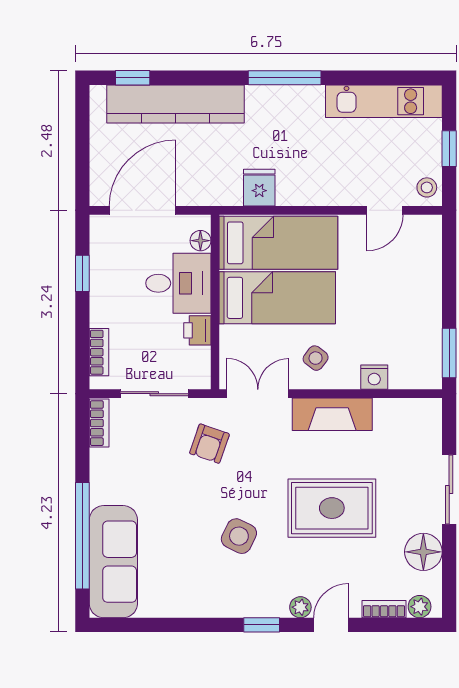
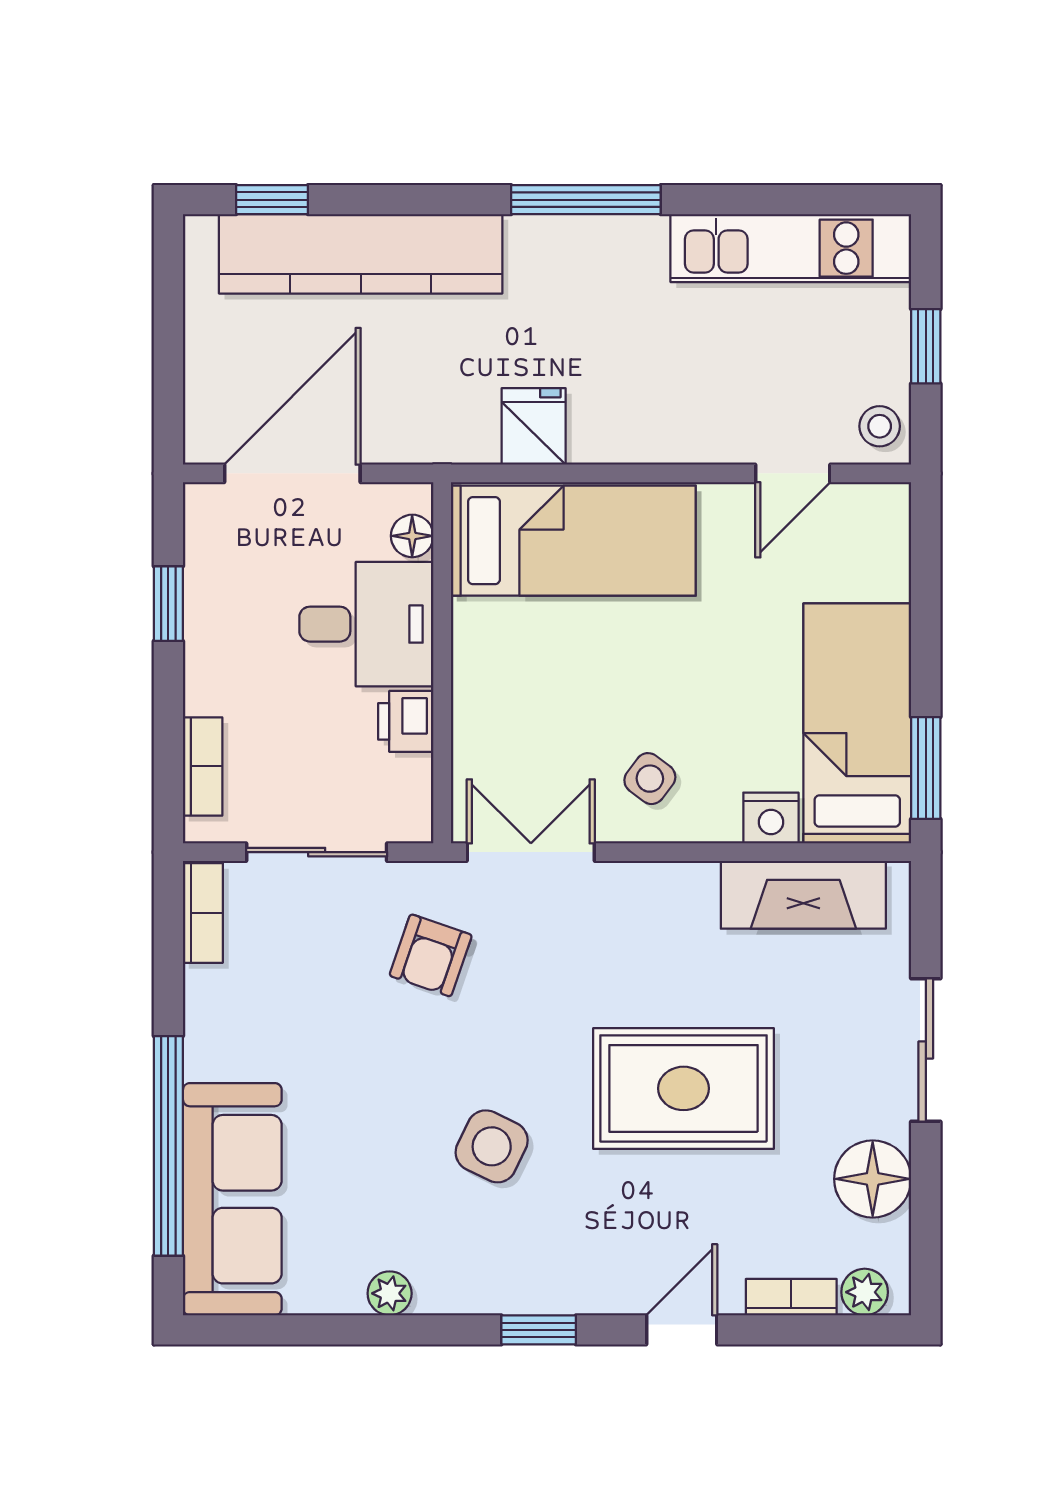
bed: (277, 298) -> (857, 723), moved, turned -90
fireplace: (332, 414) -> (803, 895), moved
plant: (300, 607) -> (390, 1293), moved

